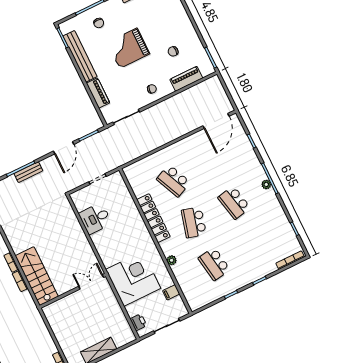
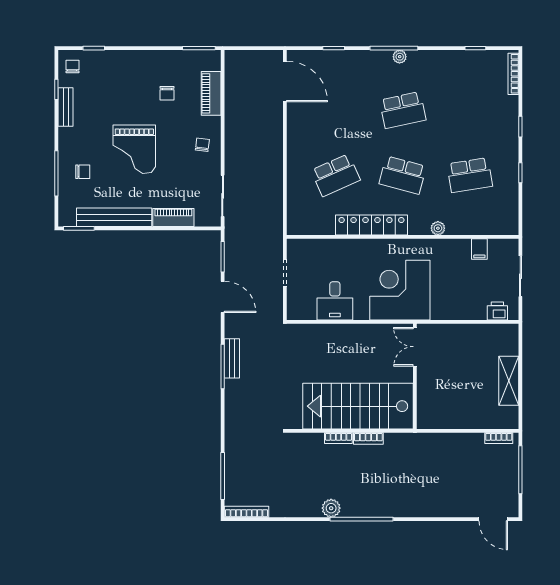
stairs: (37, 276) -> (358, 406), width x1.36, depth x1.51
corner desk: (133, 279) -> (400, 290), moved

